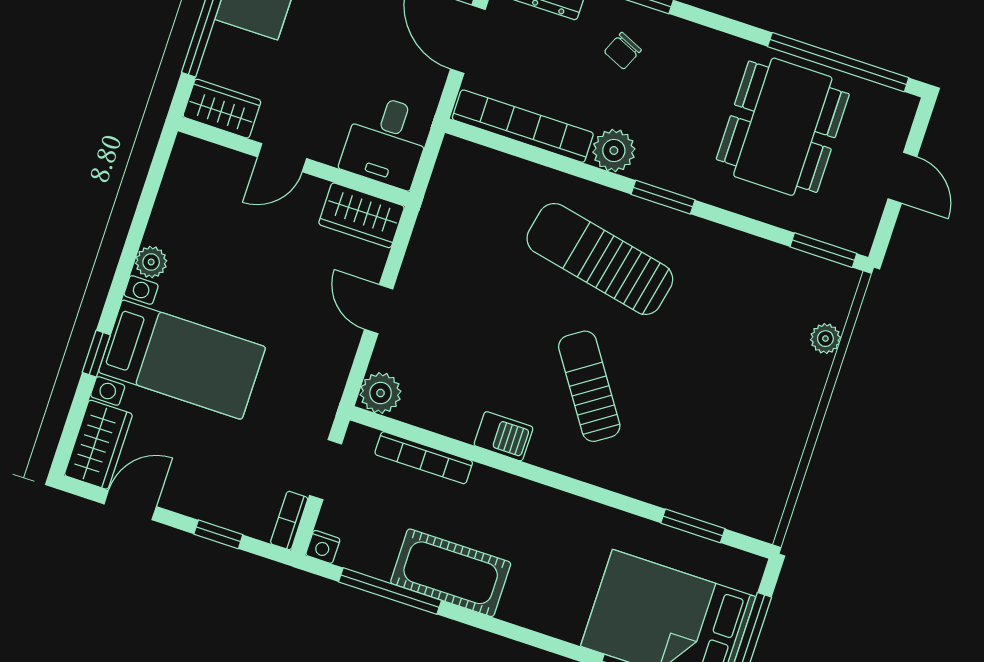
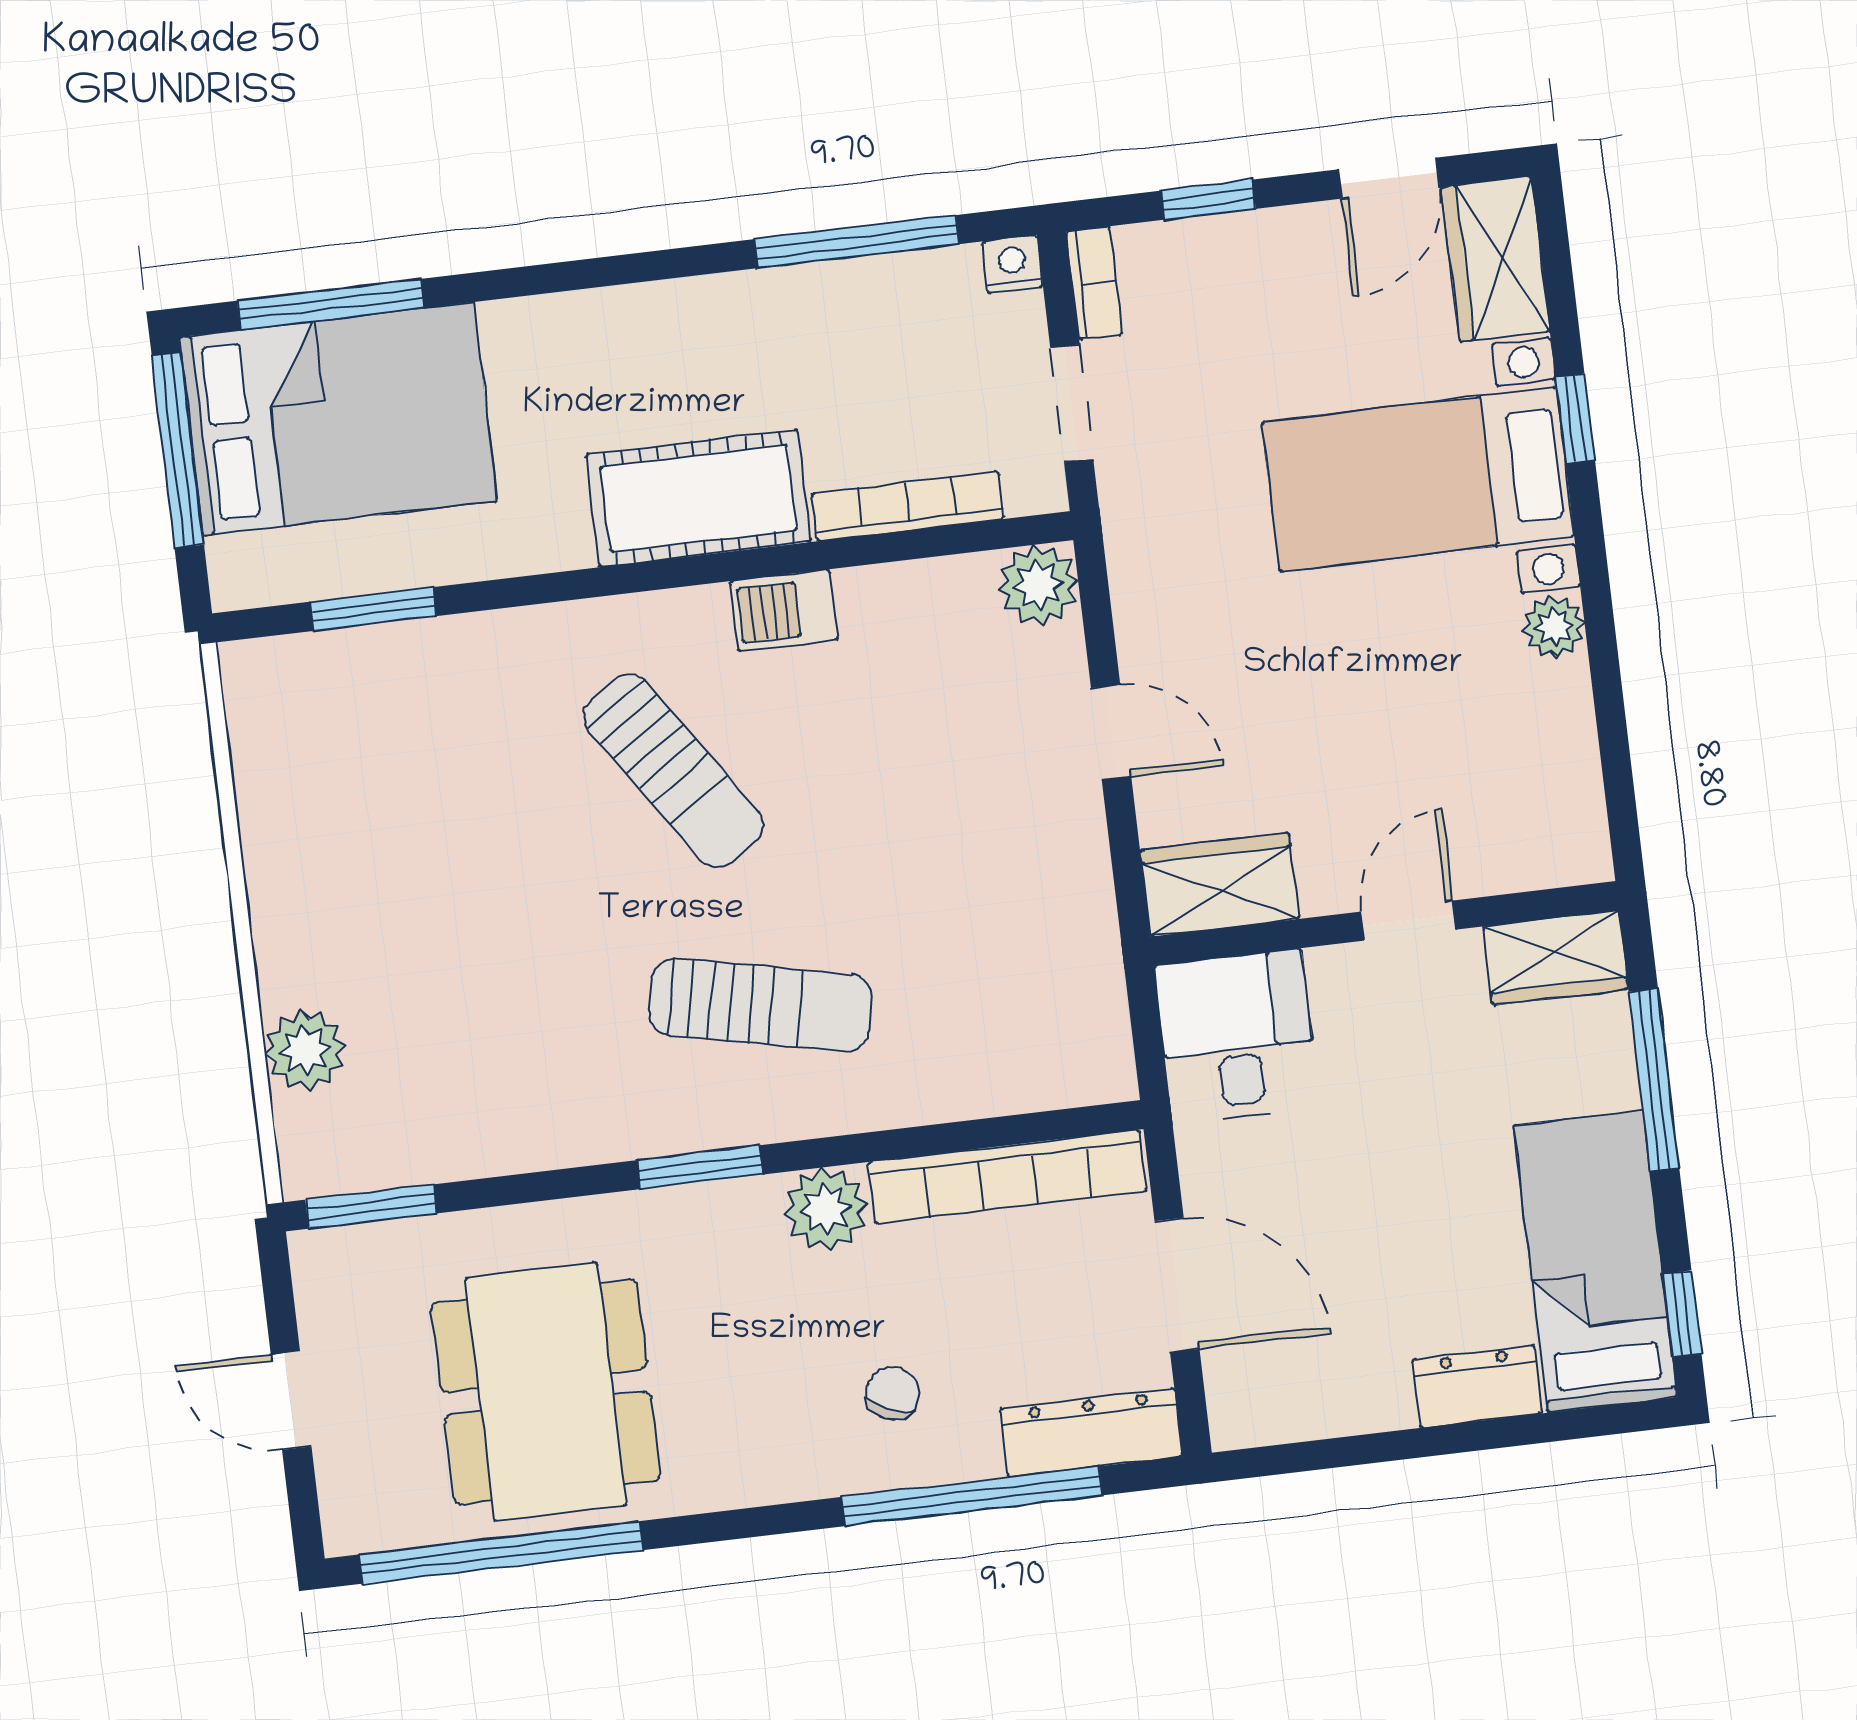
sun lounger: (600, 259) -> (760, 1005), width x0.73, depth x0.75
plant: (825, 339) -> (305, 1050), width x1.38, depth x1.38
cot: (451, 573) -> (699, 498), moved

